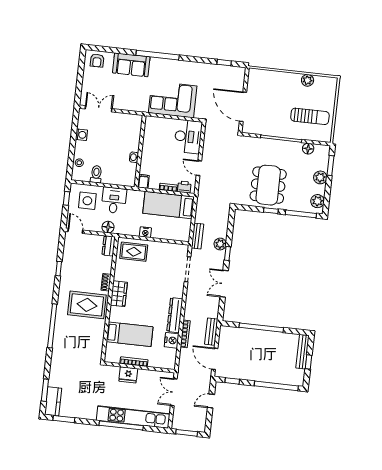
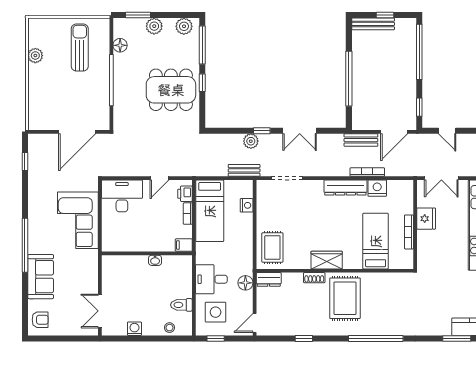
nightstand: (145, 232) -> (247, 205), moved
fridge: (128, 375) -> (426, 219), moved

